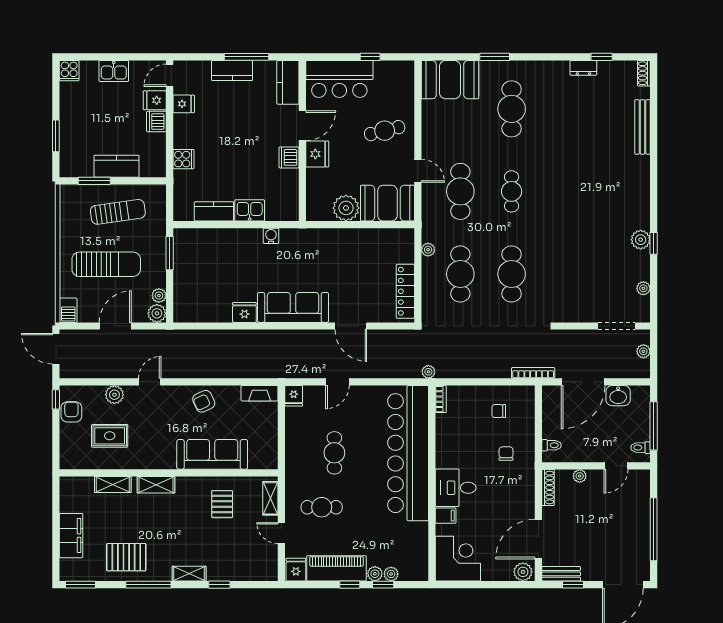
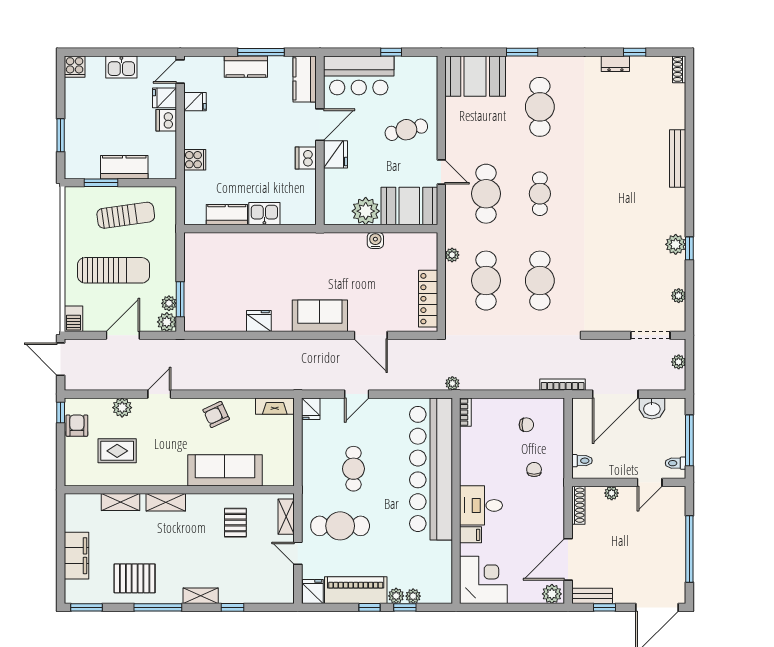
bench: (643, 127) -> (678, 158), moved
water cooler: (271, 236) -> (375, 240), moved
window: (170, 253) -> (180, 299), moved
sofa: (293, 307) -> (320, 316), width x0.73
chair: (499, 411) -> (526, 425), turned 180
cafe table: (322, 507) -> (340, 526), width x1.37, depth x1.35

